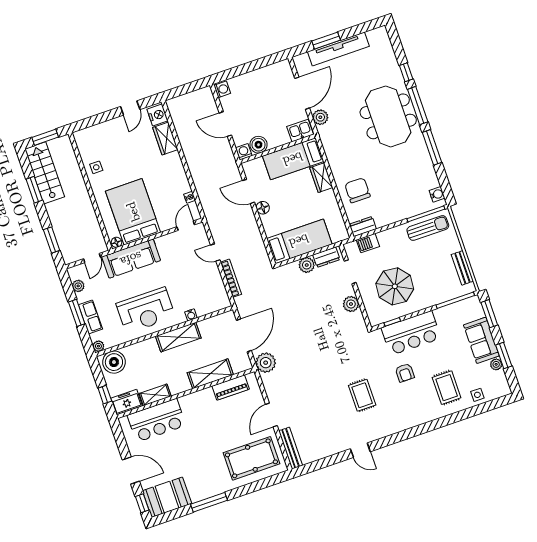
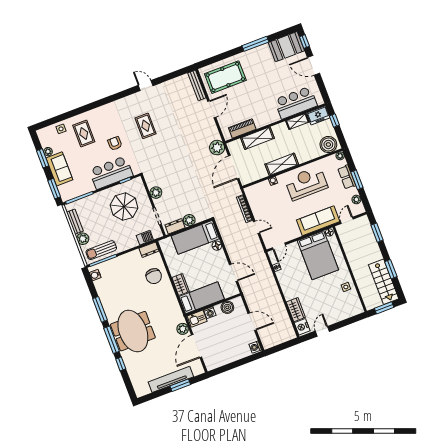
washing machine: (244, 152) -> (210, 312), moved
floor lamp: (263, 208) -> (217, 246), moved
plant: (452, 244) -> (83, 239), added

